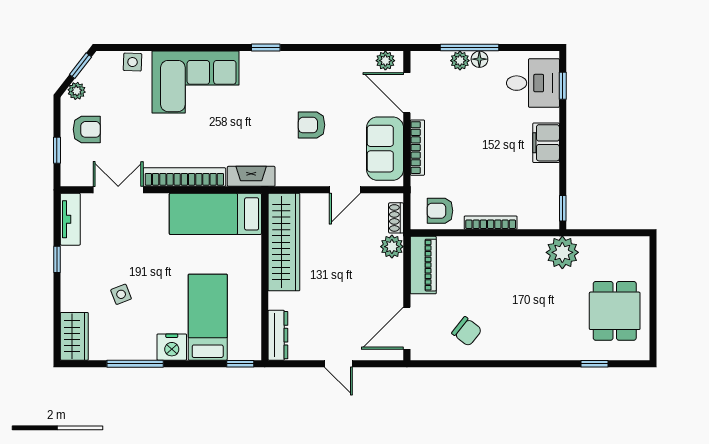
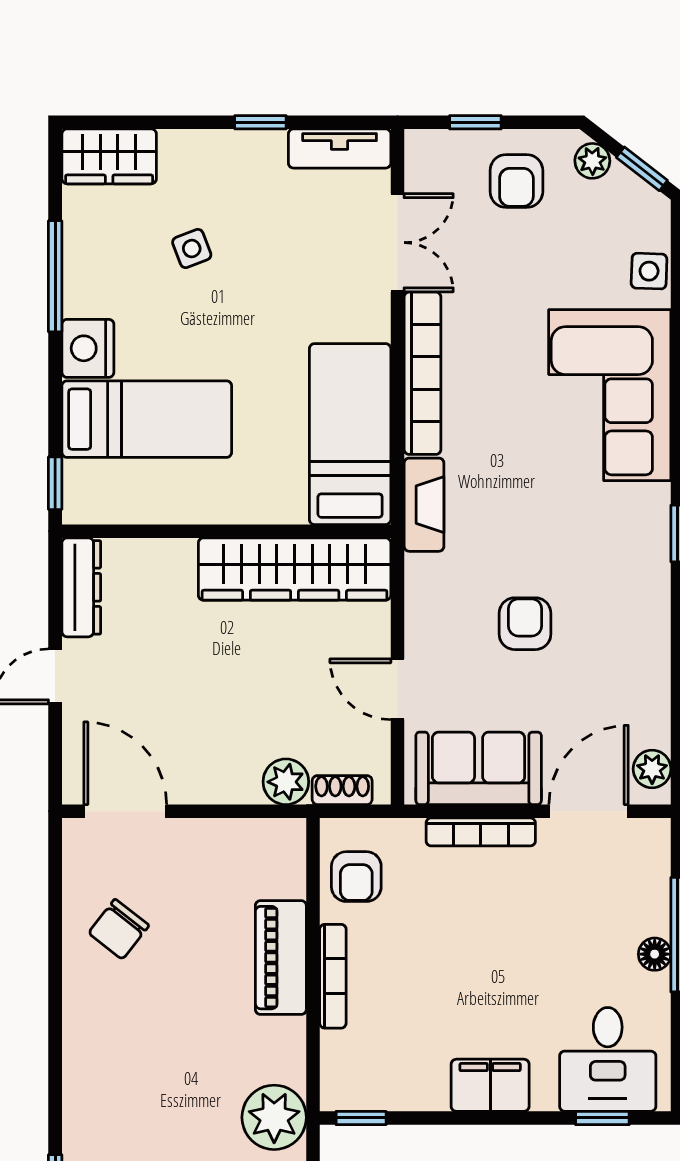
plant: (460, 61) -> (652, 916), removed
armchair: (440, 211) -> (356, 877), turned 180
piano: (423, 265) -> (281, 958), moved, turned 90
dresser: (278, 335) -> (81, 587), moved, turned -90

